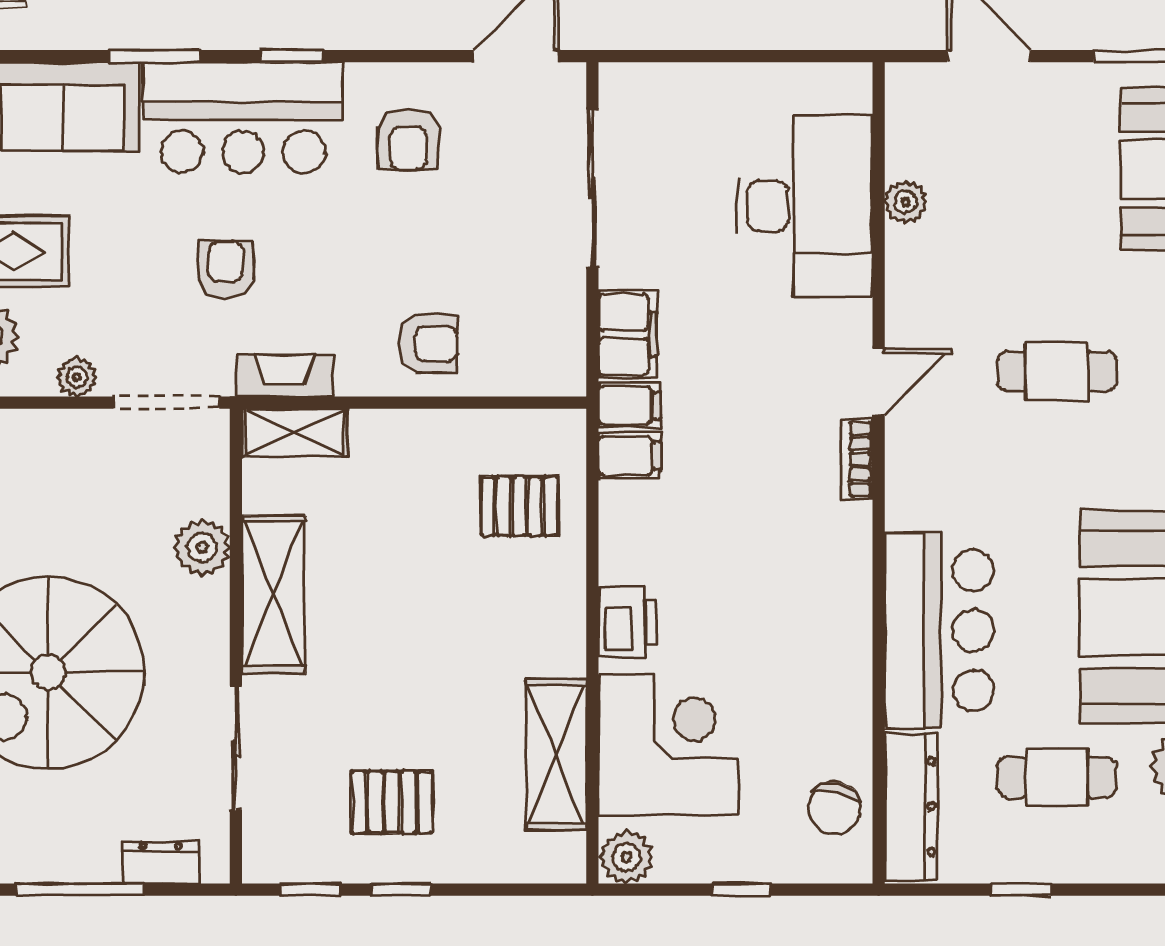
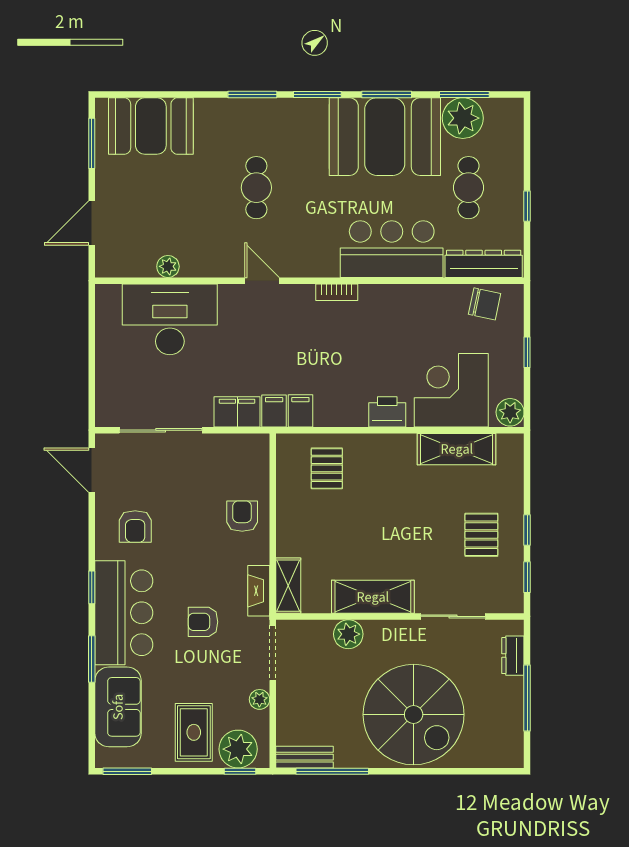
armchair: (408, 139) -> (135, 526), turned 90
bookcase: (857, 459) -> (337, 292), moved

